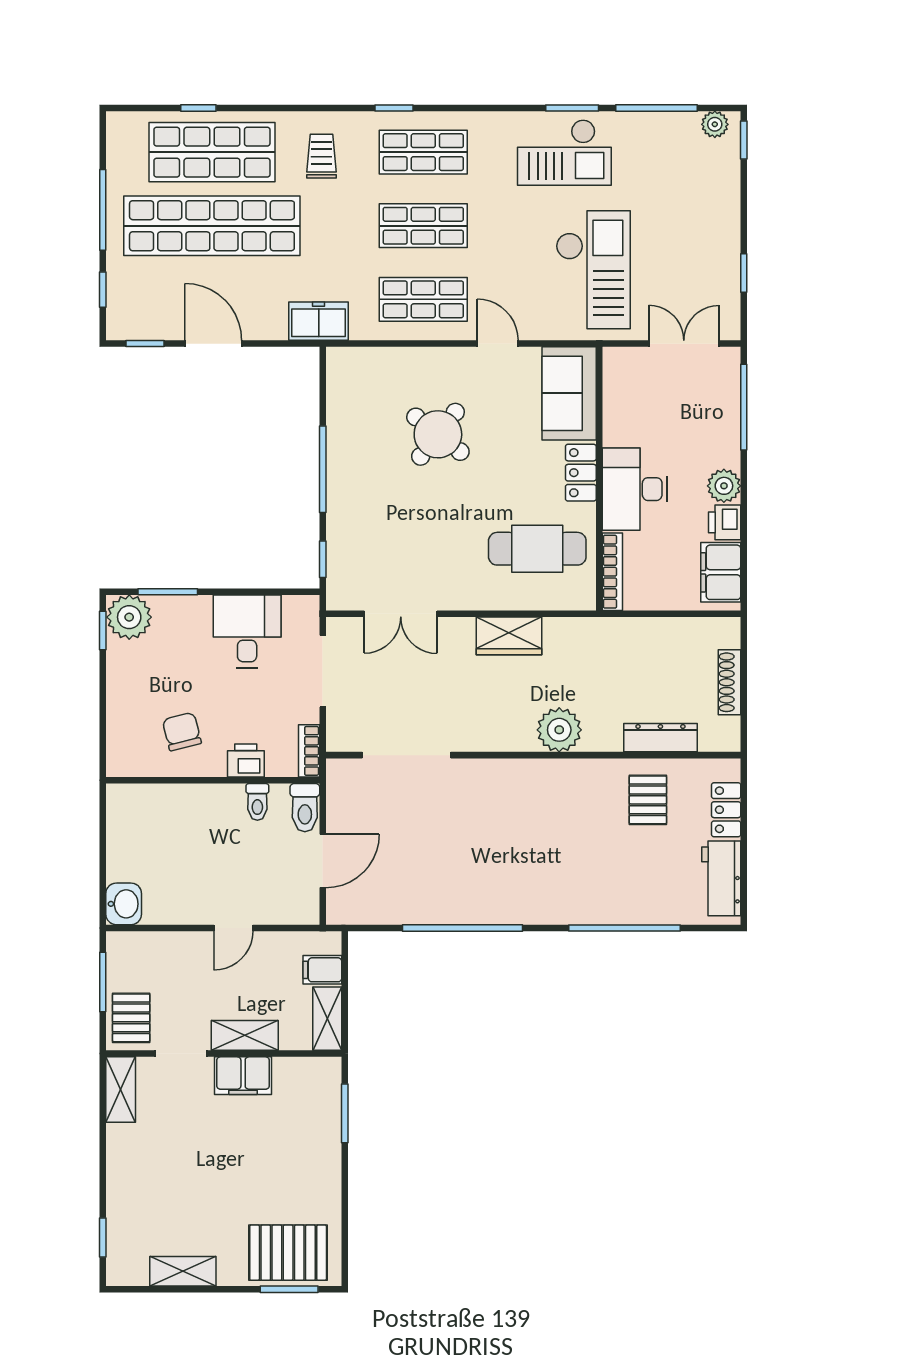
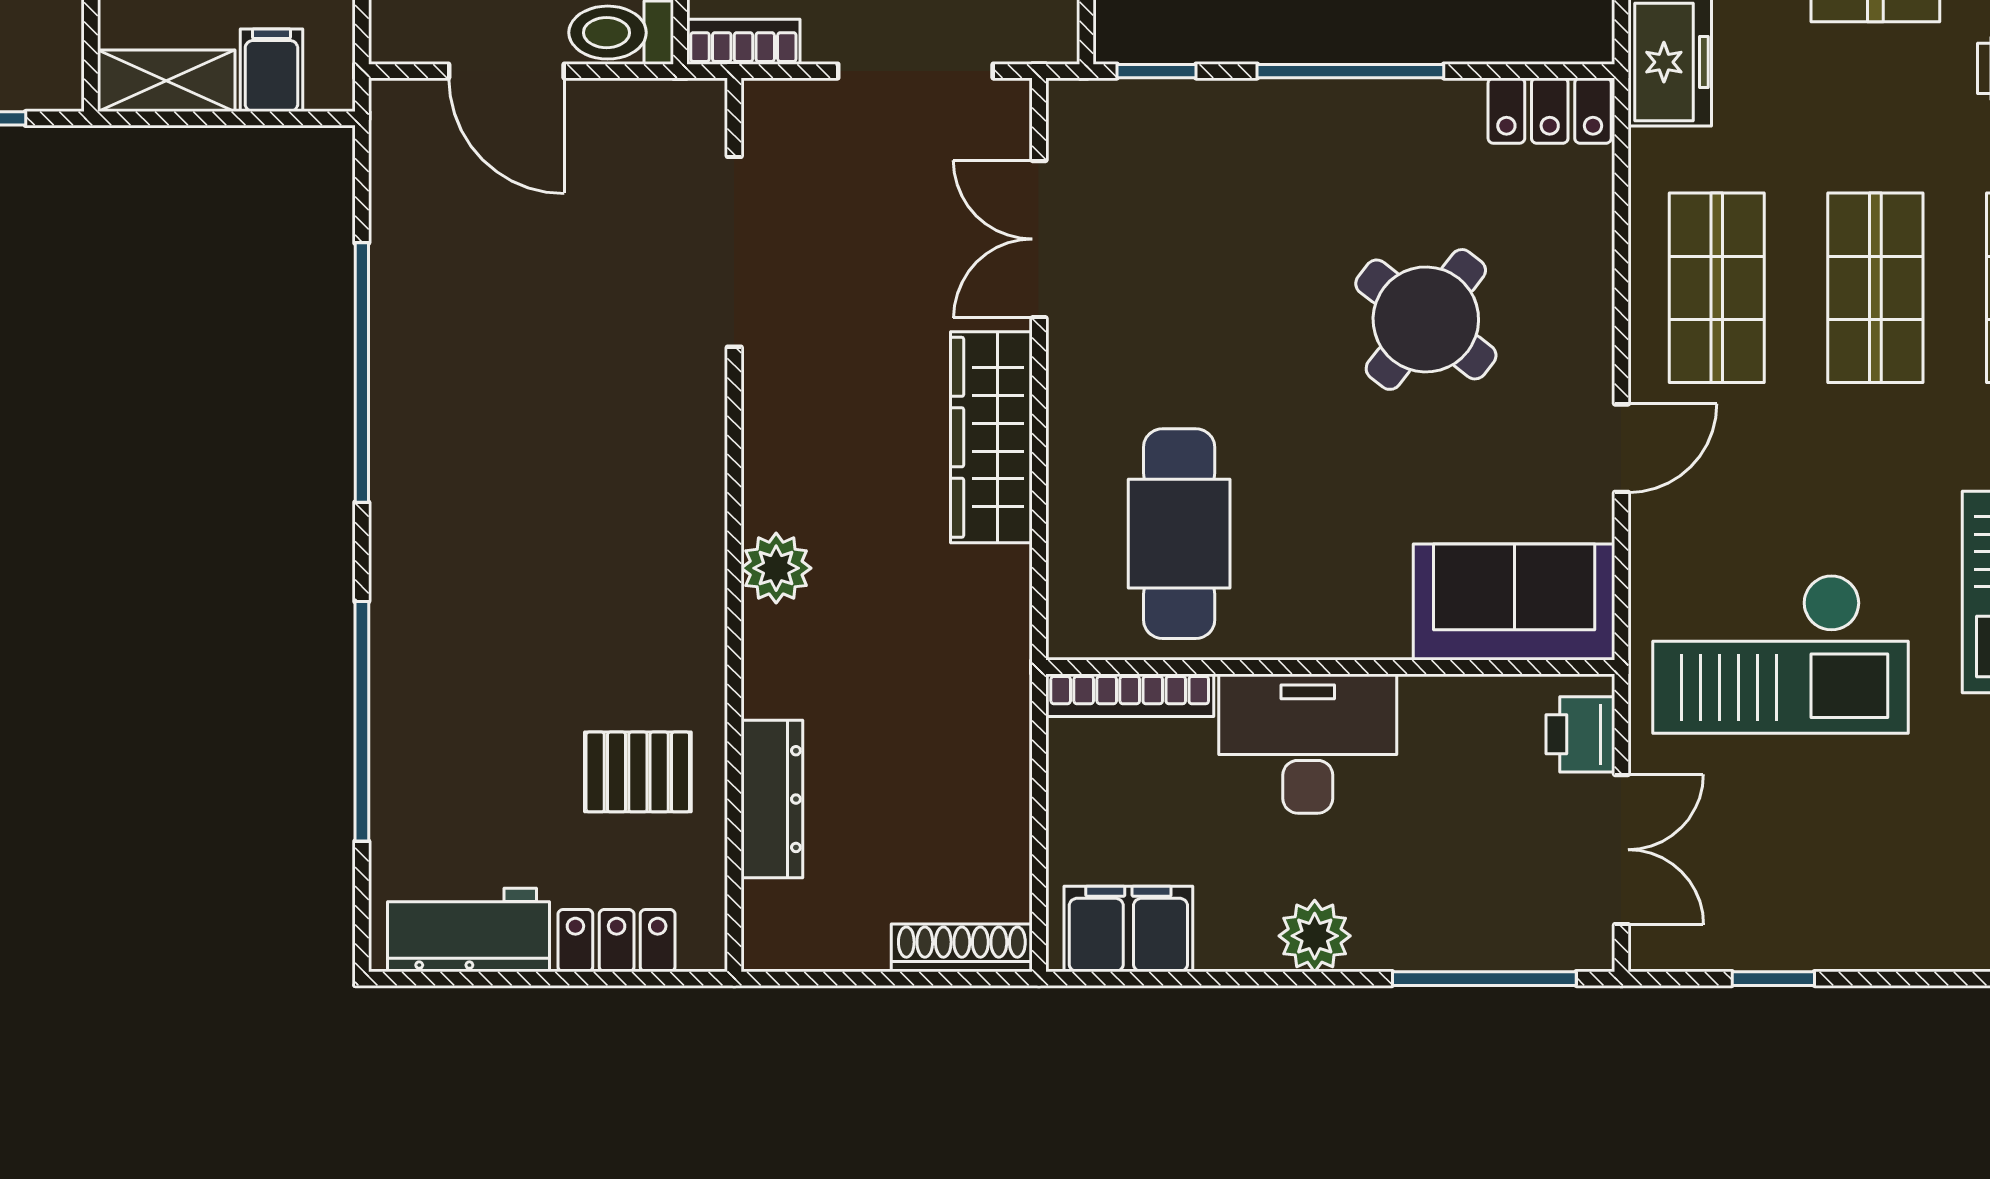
locker: (581, 473) -> (1550, 111), moved, turned 180
printer: (725, 522) -> (1580, 734), moved, turned -90
wardrobe: (509, 636) -> (991, 437), width x1.50
shoe rack: (729, 682) -> (962, 948), moved
plant: (559, 730) -> (776, 568), width x0.73, depth x0.73

